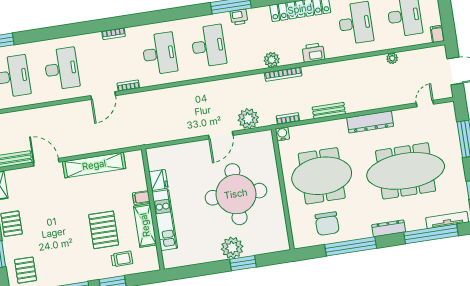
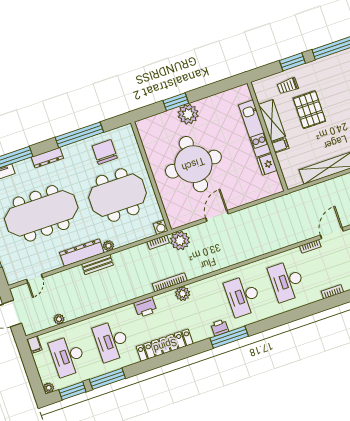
plant: (392, 58) -> (59, 319), moved
bench: (329, 111) -> (97, 265), moved
plant: (248, 119) -> (180, 241), moved
plant: (341, 124) -> (109, 246), added

